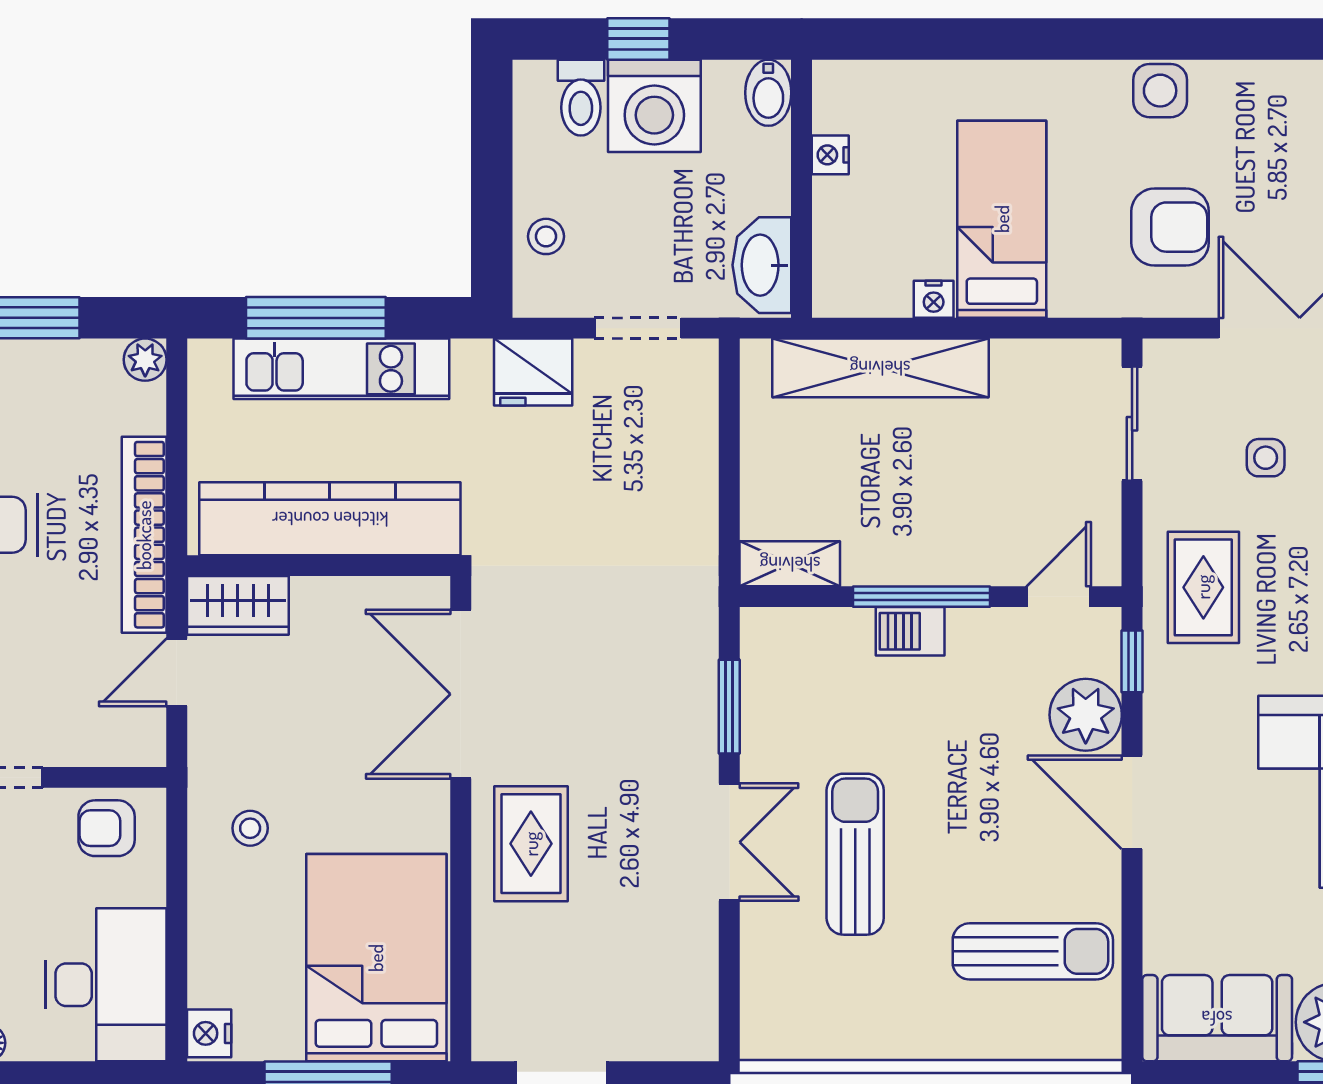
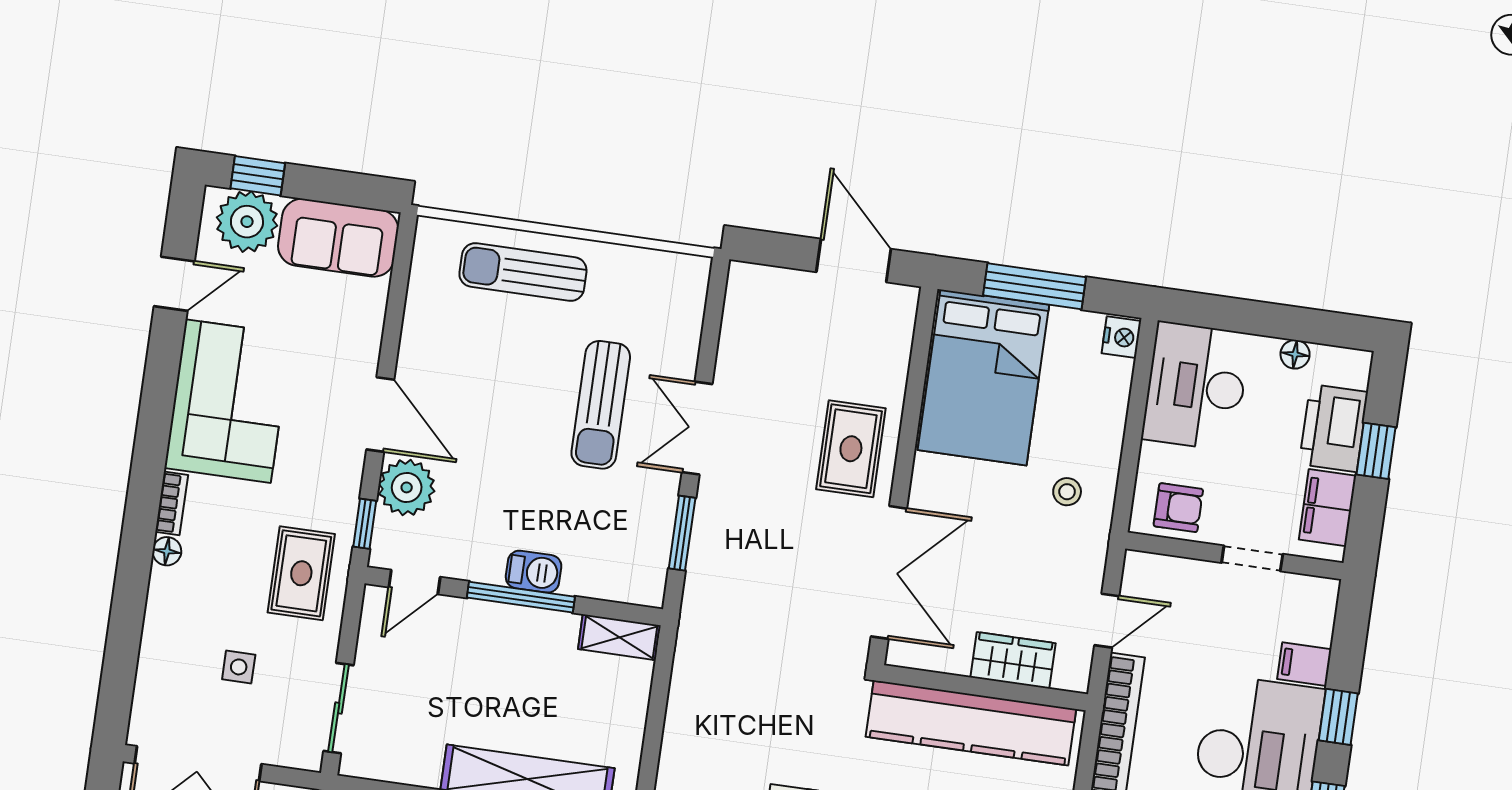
wardrobe: (238, 605) -> (1013, 660), moved
sun lounger: (1033, 951) -> (523, 272), moved

